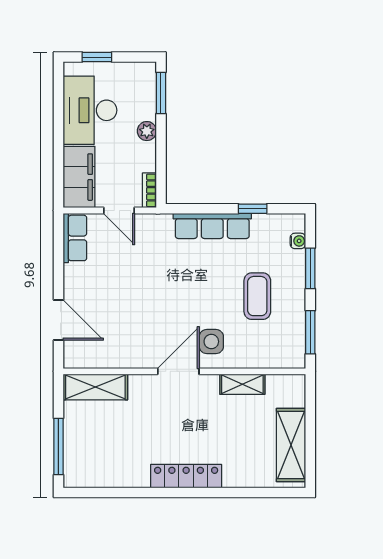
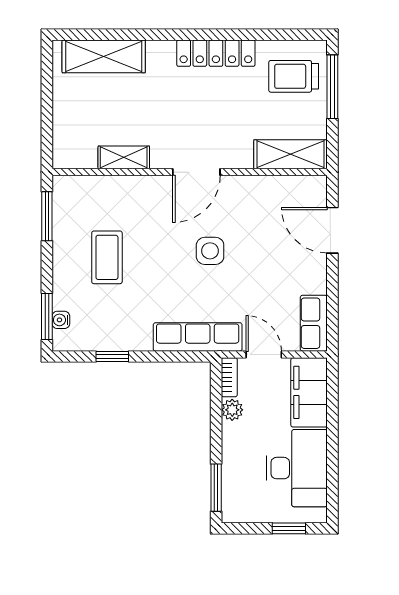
plant: (147, 131) -> (232, 410), moved
row of seats: (212, 226) -> (198, 337), moved
window: (310, 268) -> (47, 316), moved
side table: (211, 342) -> (210, 251), moved
shelving: (291, 445) -> (104, 56), moved, turned 90
trolley: (93, 456) -> (294, 76), added
locker: (186, 476) -> (216, 53), moved

